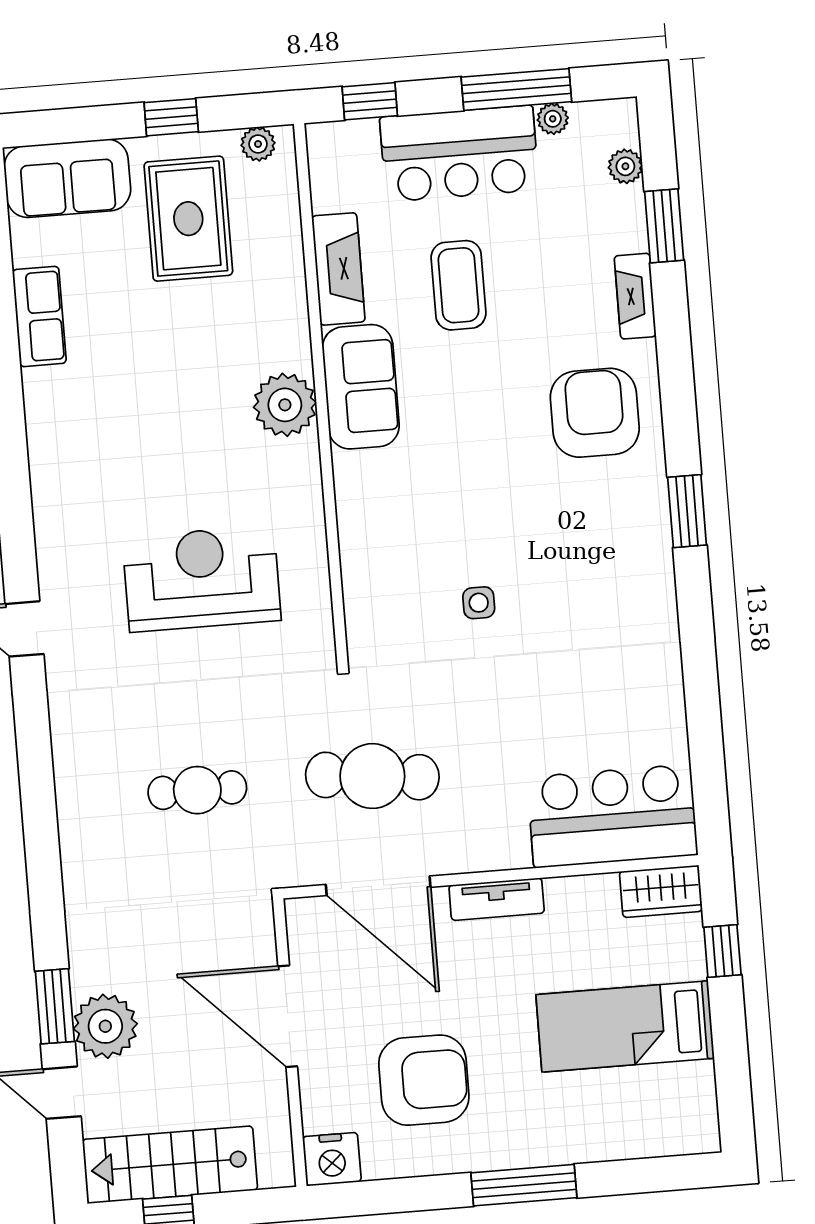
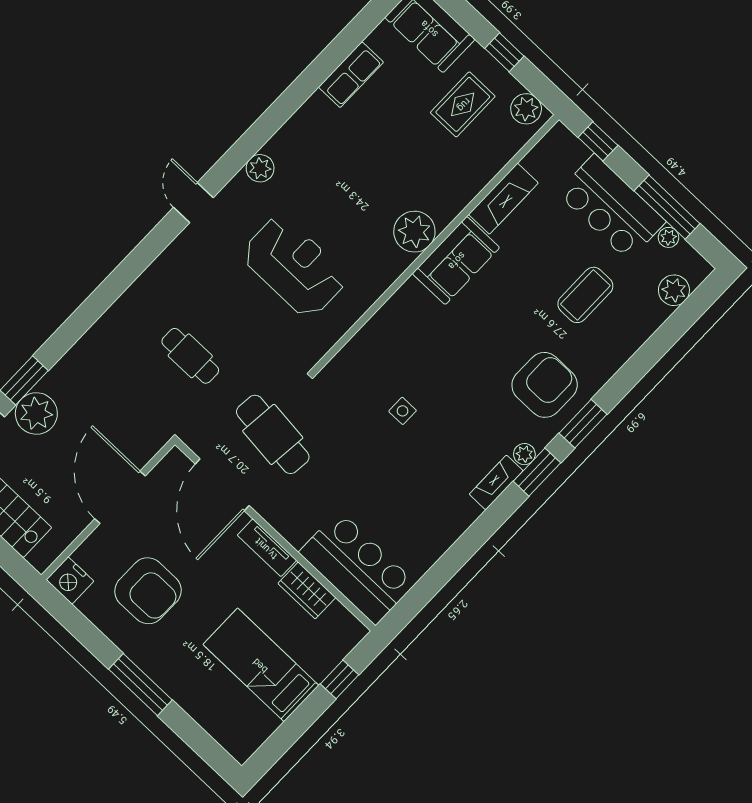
plant: (258, 144) -> (526, 109), width x1.38, depth x1.38
plant: (625, 166) -> (674, 290), width x1.38, depth x1.38
rug: (188, 219) -> (463, 104), width x0.73, depth x0.70
window: (664, 226) -> (583, 424), moved
coffee table: (459, 285) -> (585, 295), moved
fireplace: (635, 296) -> (496, 482), moved
plant: (654, 507) -> (524, 454), added
plant: (53, 517) -> (260, 168), added
wardrobe: (661, 891) -> (307, 590), moved

